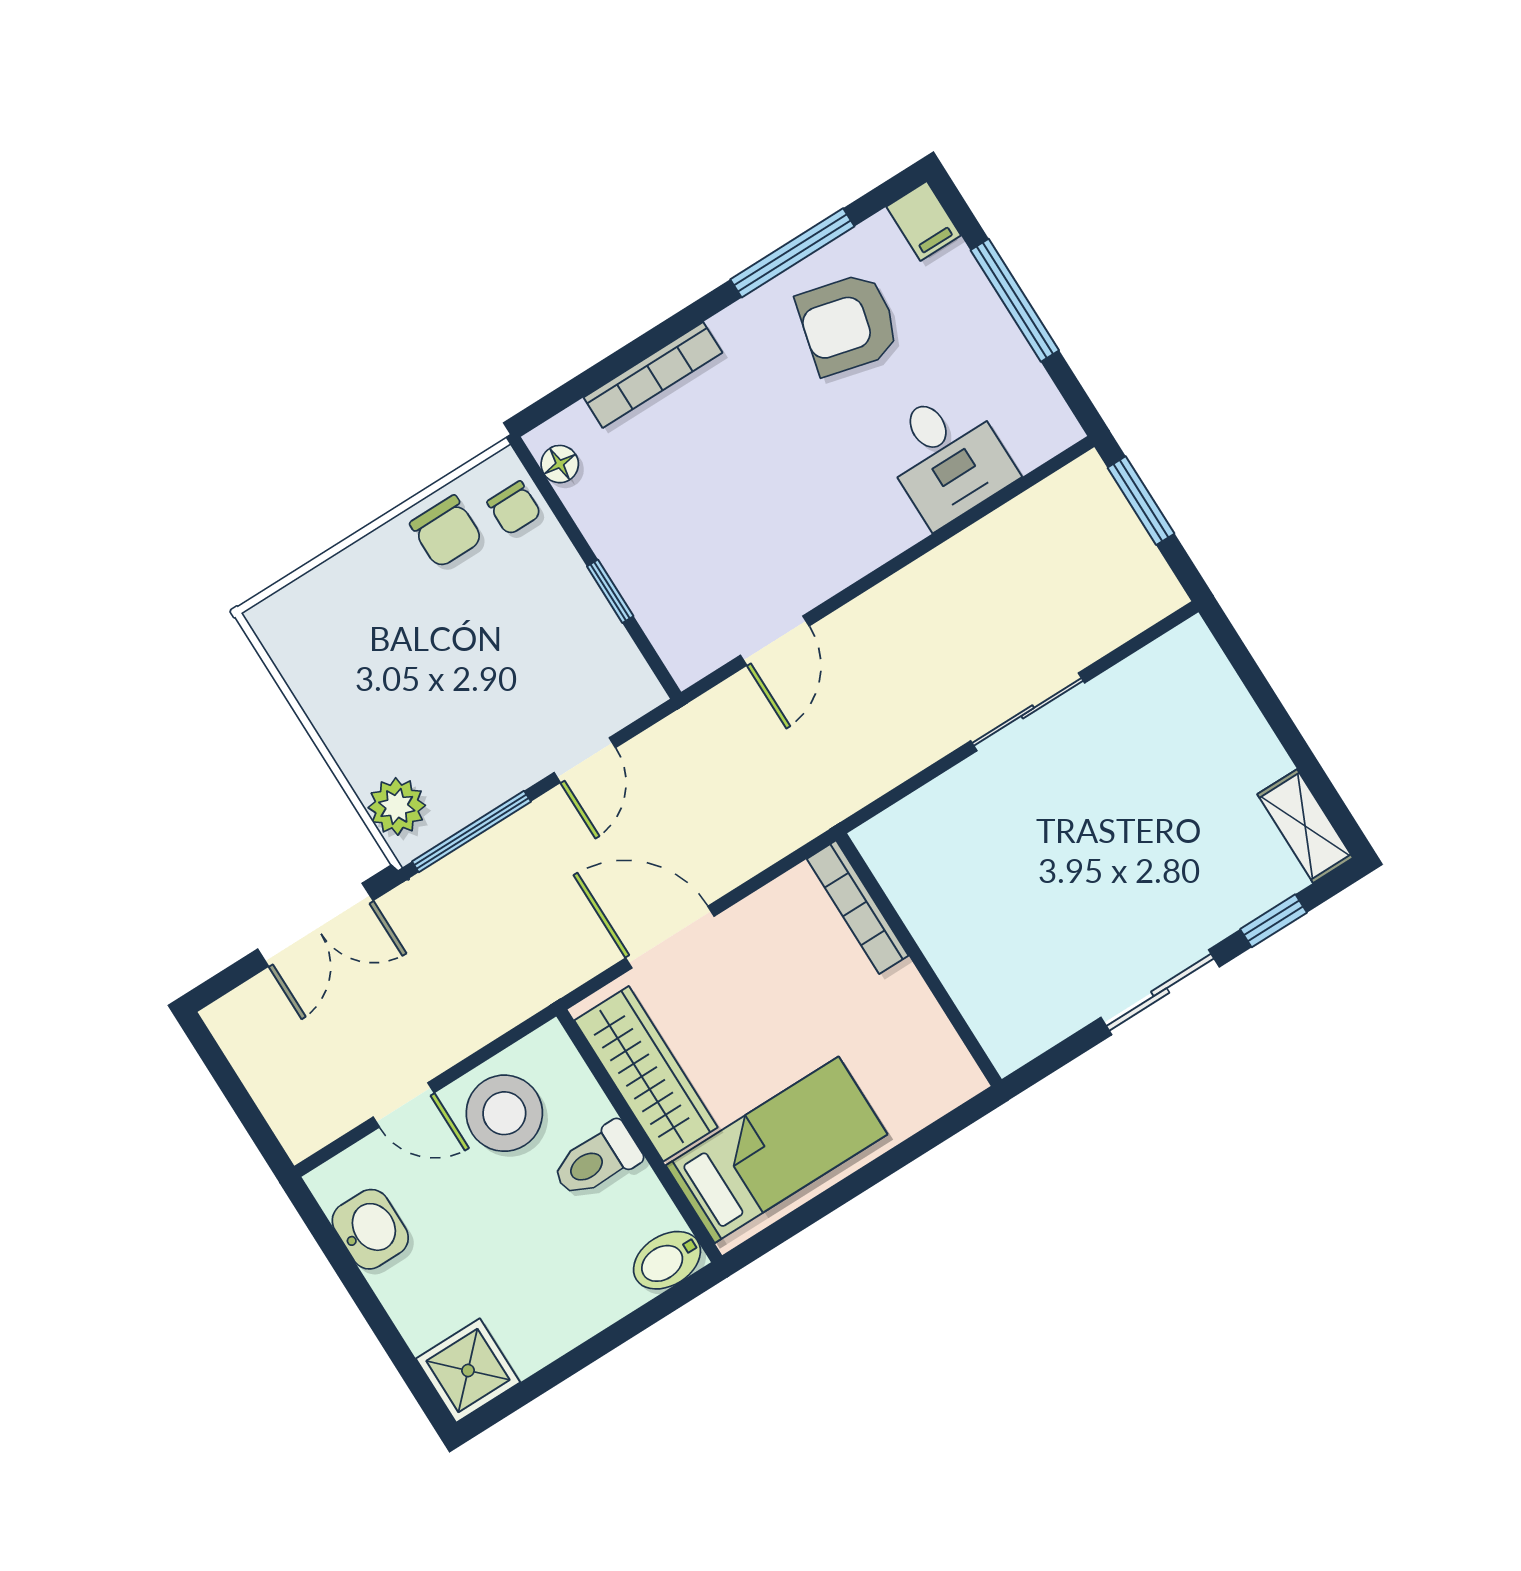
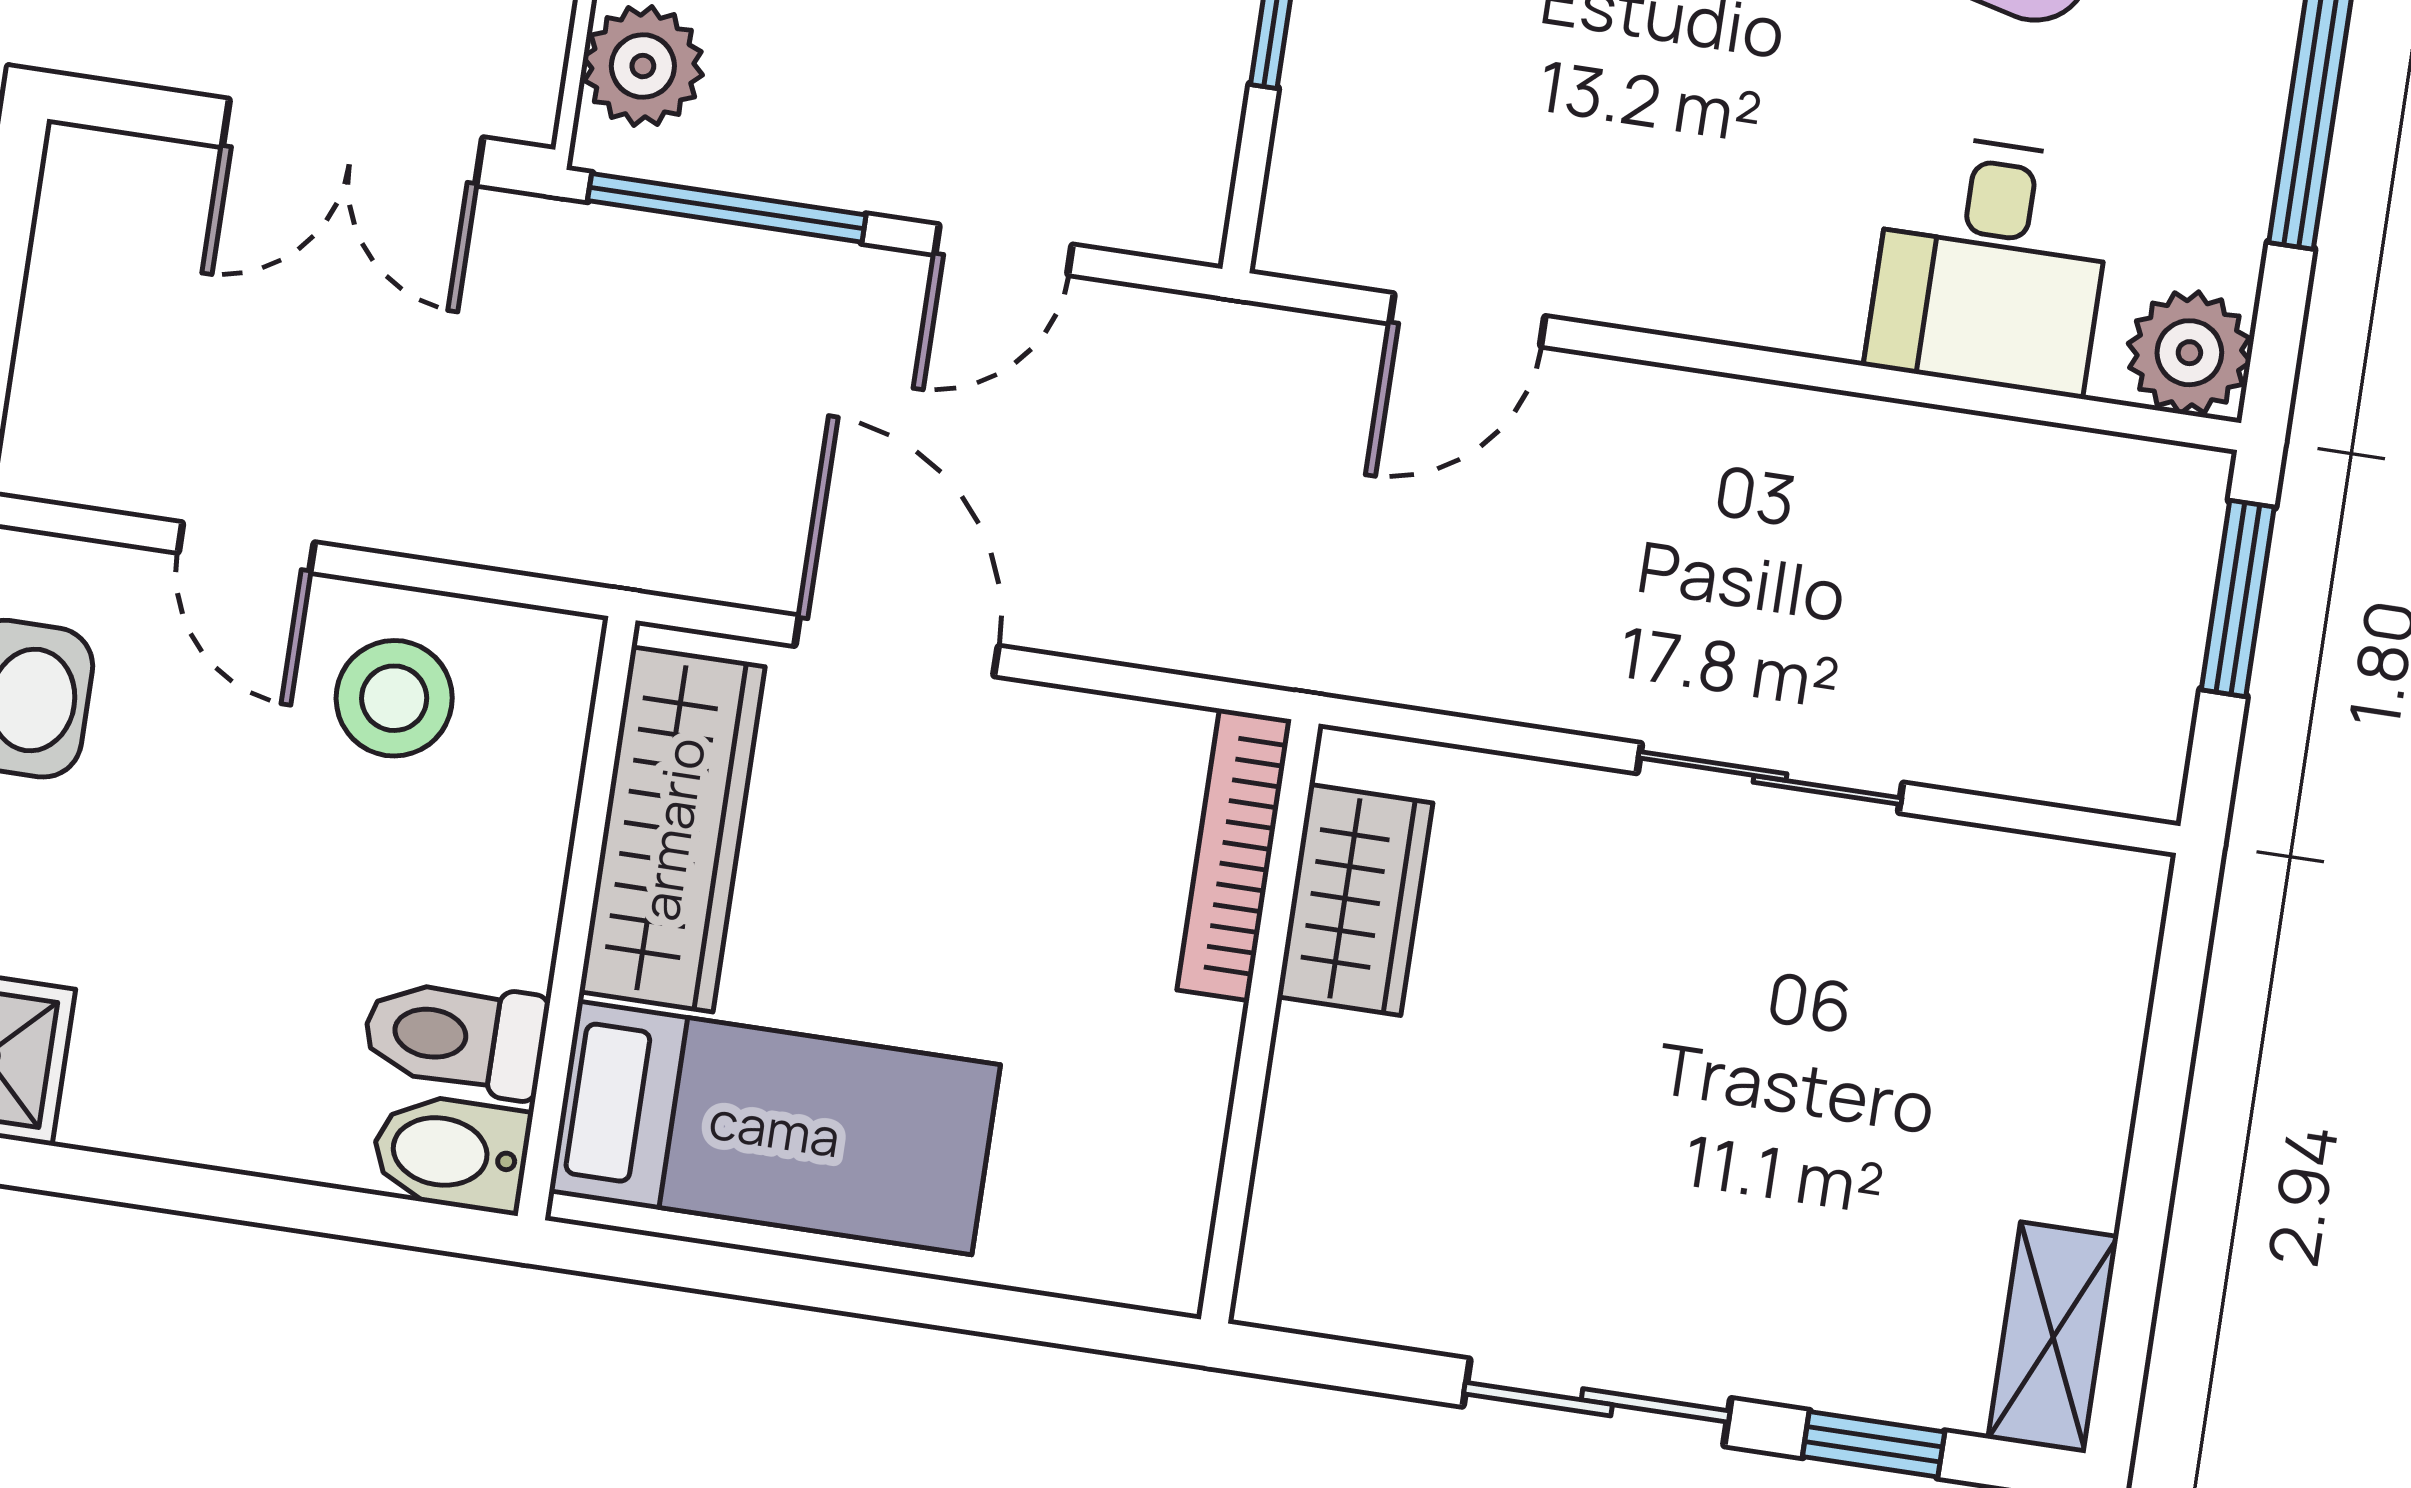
plant: (1047, 427) -> (2189, 353), added
wardrobe: (915, 886) -> (1355, 900), added
stool: (504, 1113) -> (394, 698), width x0.73, depth x0.73
toilet: (597, 1160) -> (455, 1037), moved

